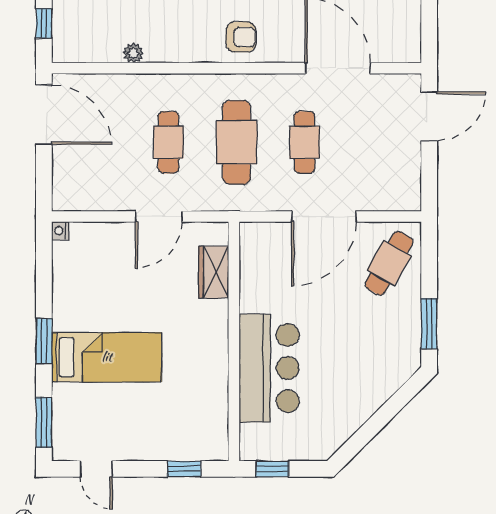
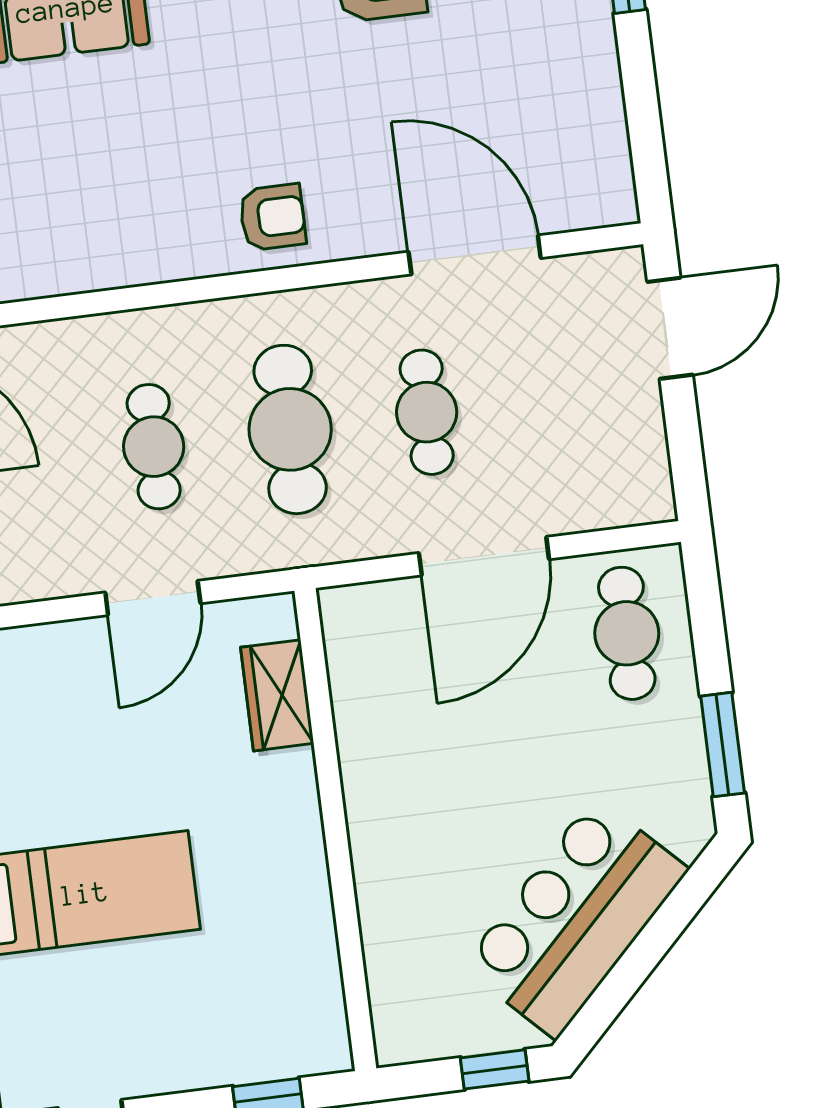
plant: (133, 53) -> (60, 277), removed
cafe table: (389, 263) -> (627, 633), turned -30
bar counter: (269, 368) -> (575, 918), moved, turned -135
window: (272, 469) -> (495, 1069), moved

